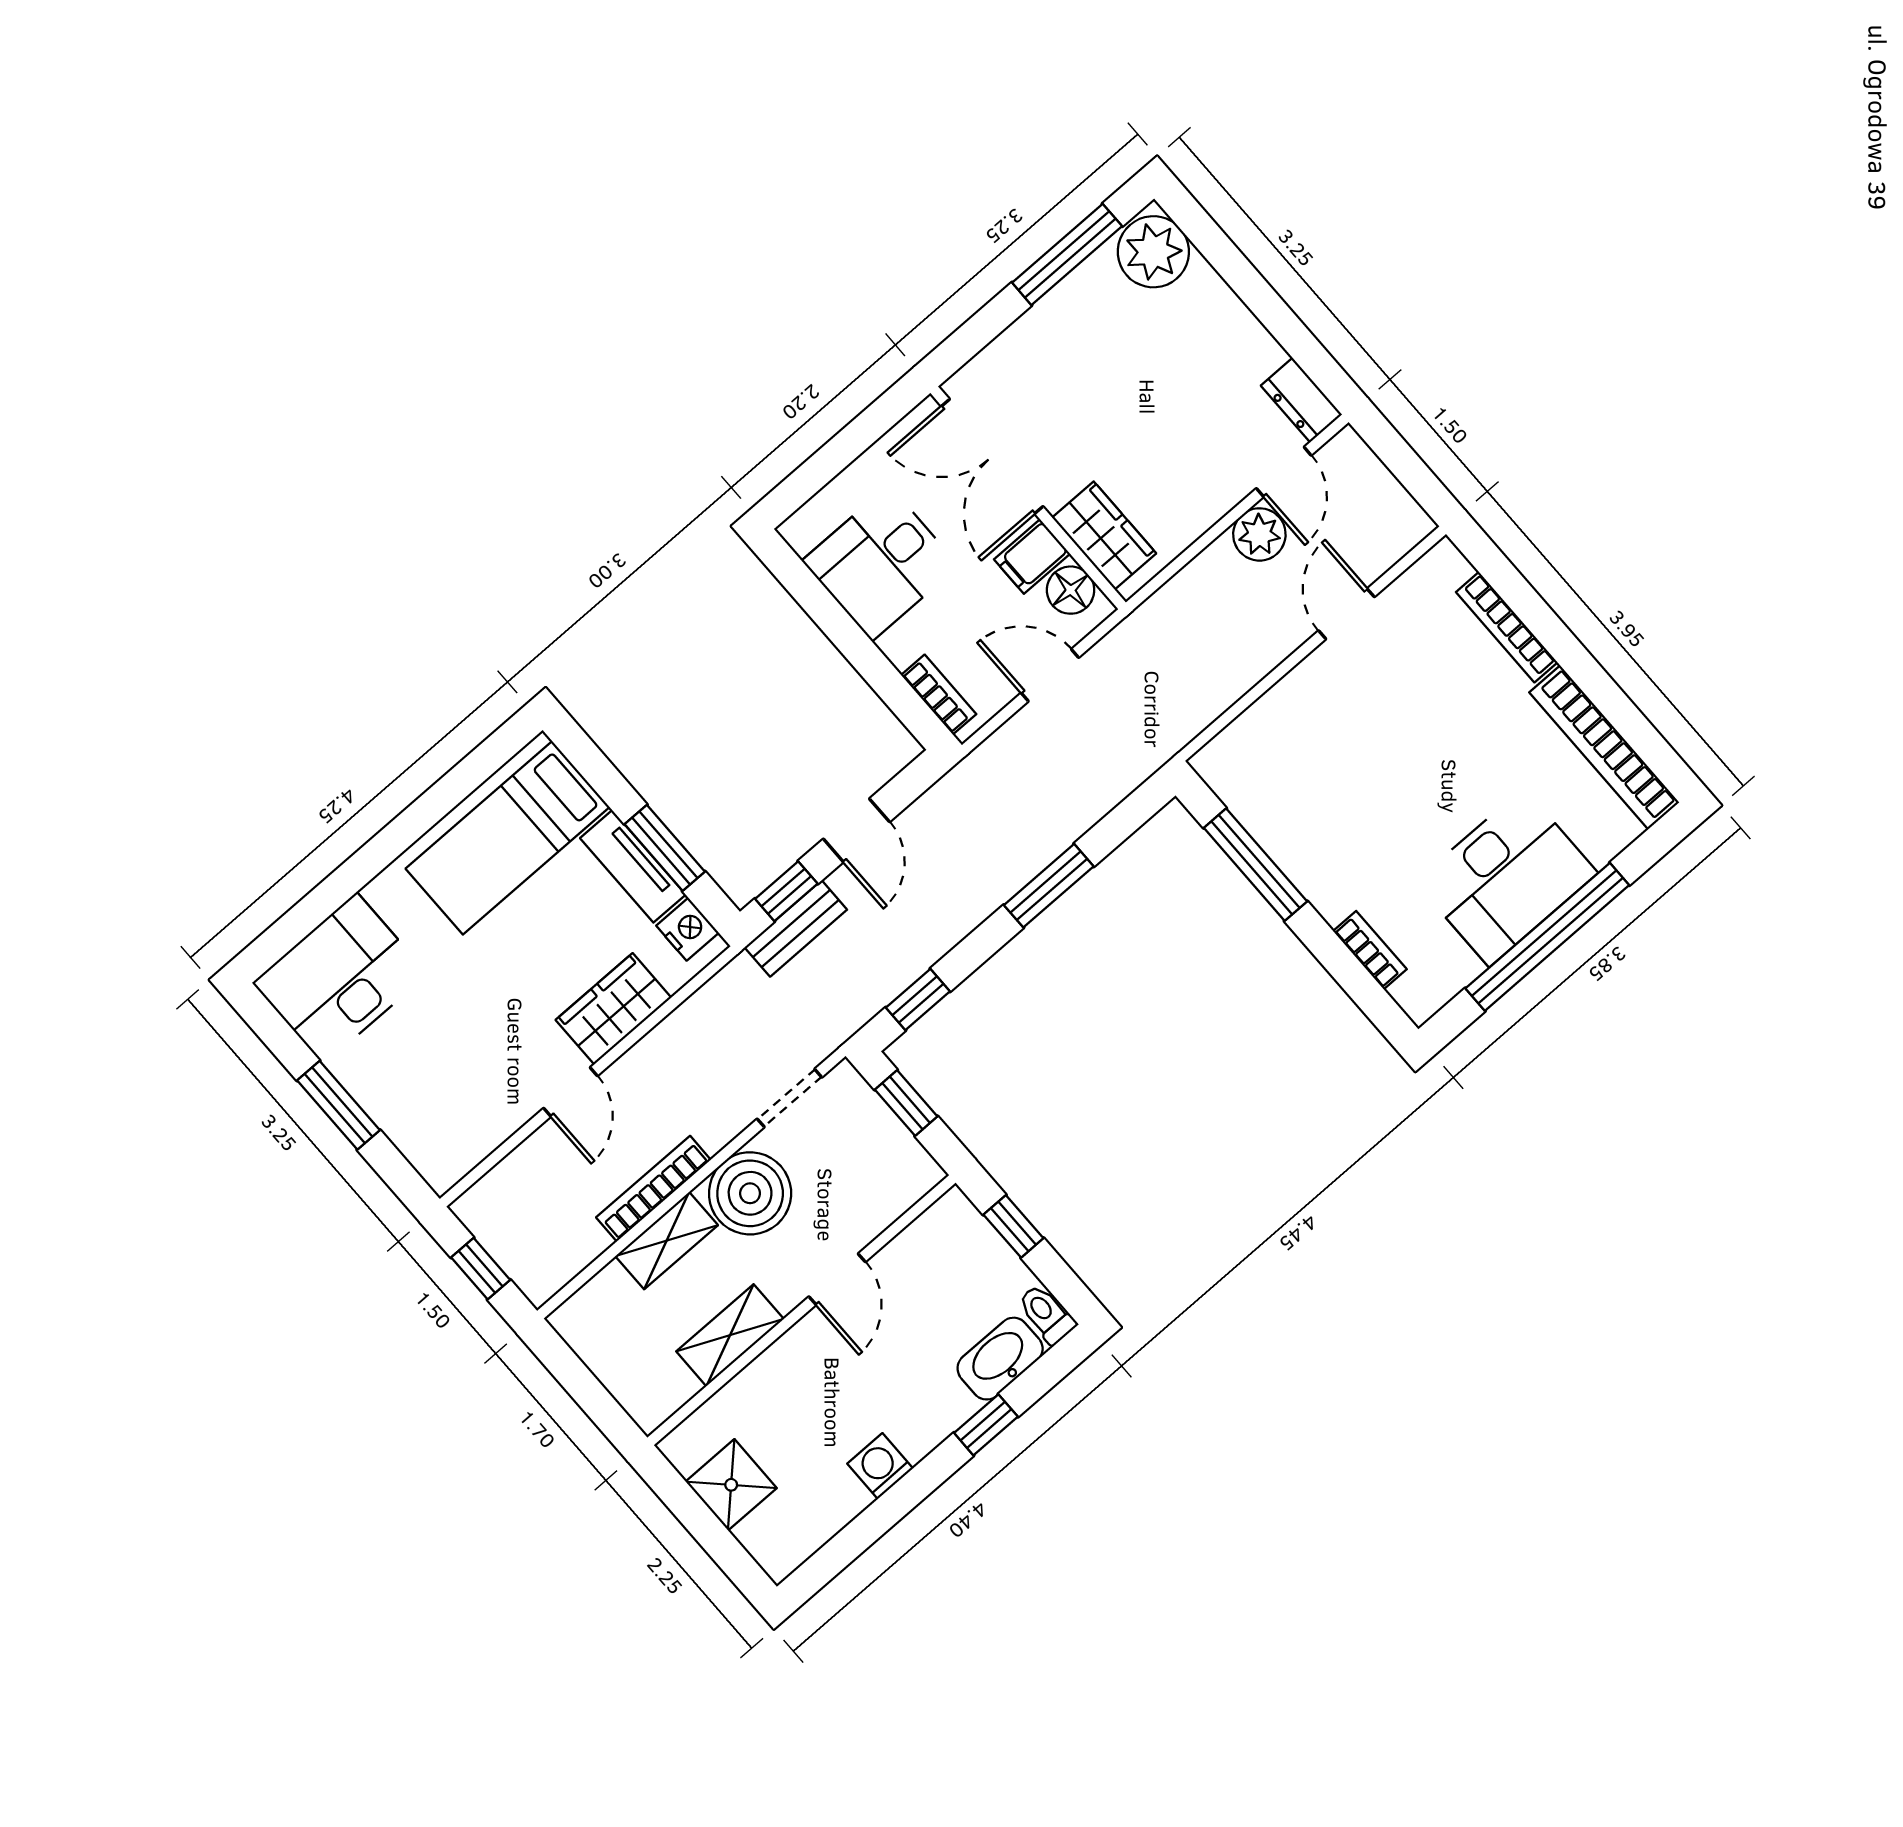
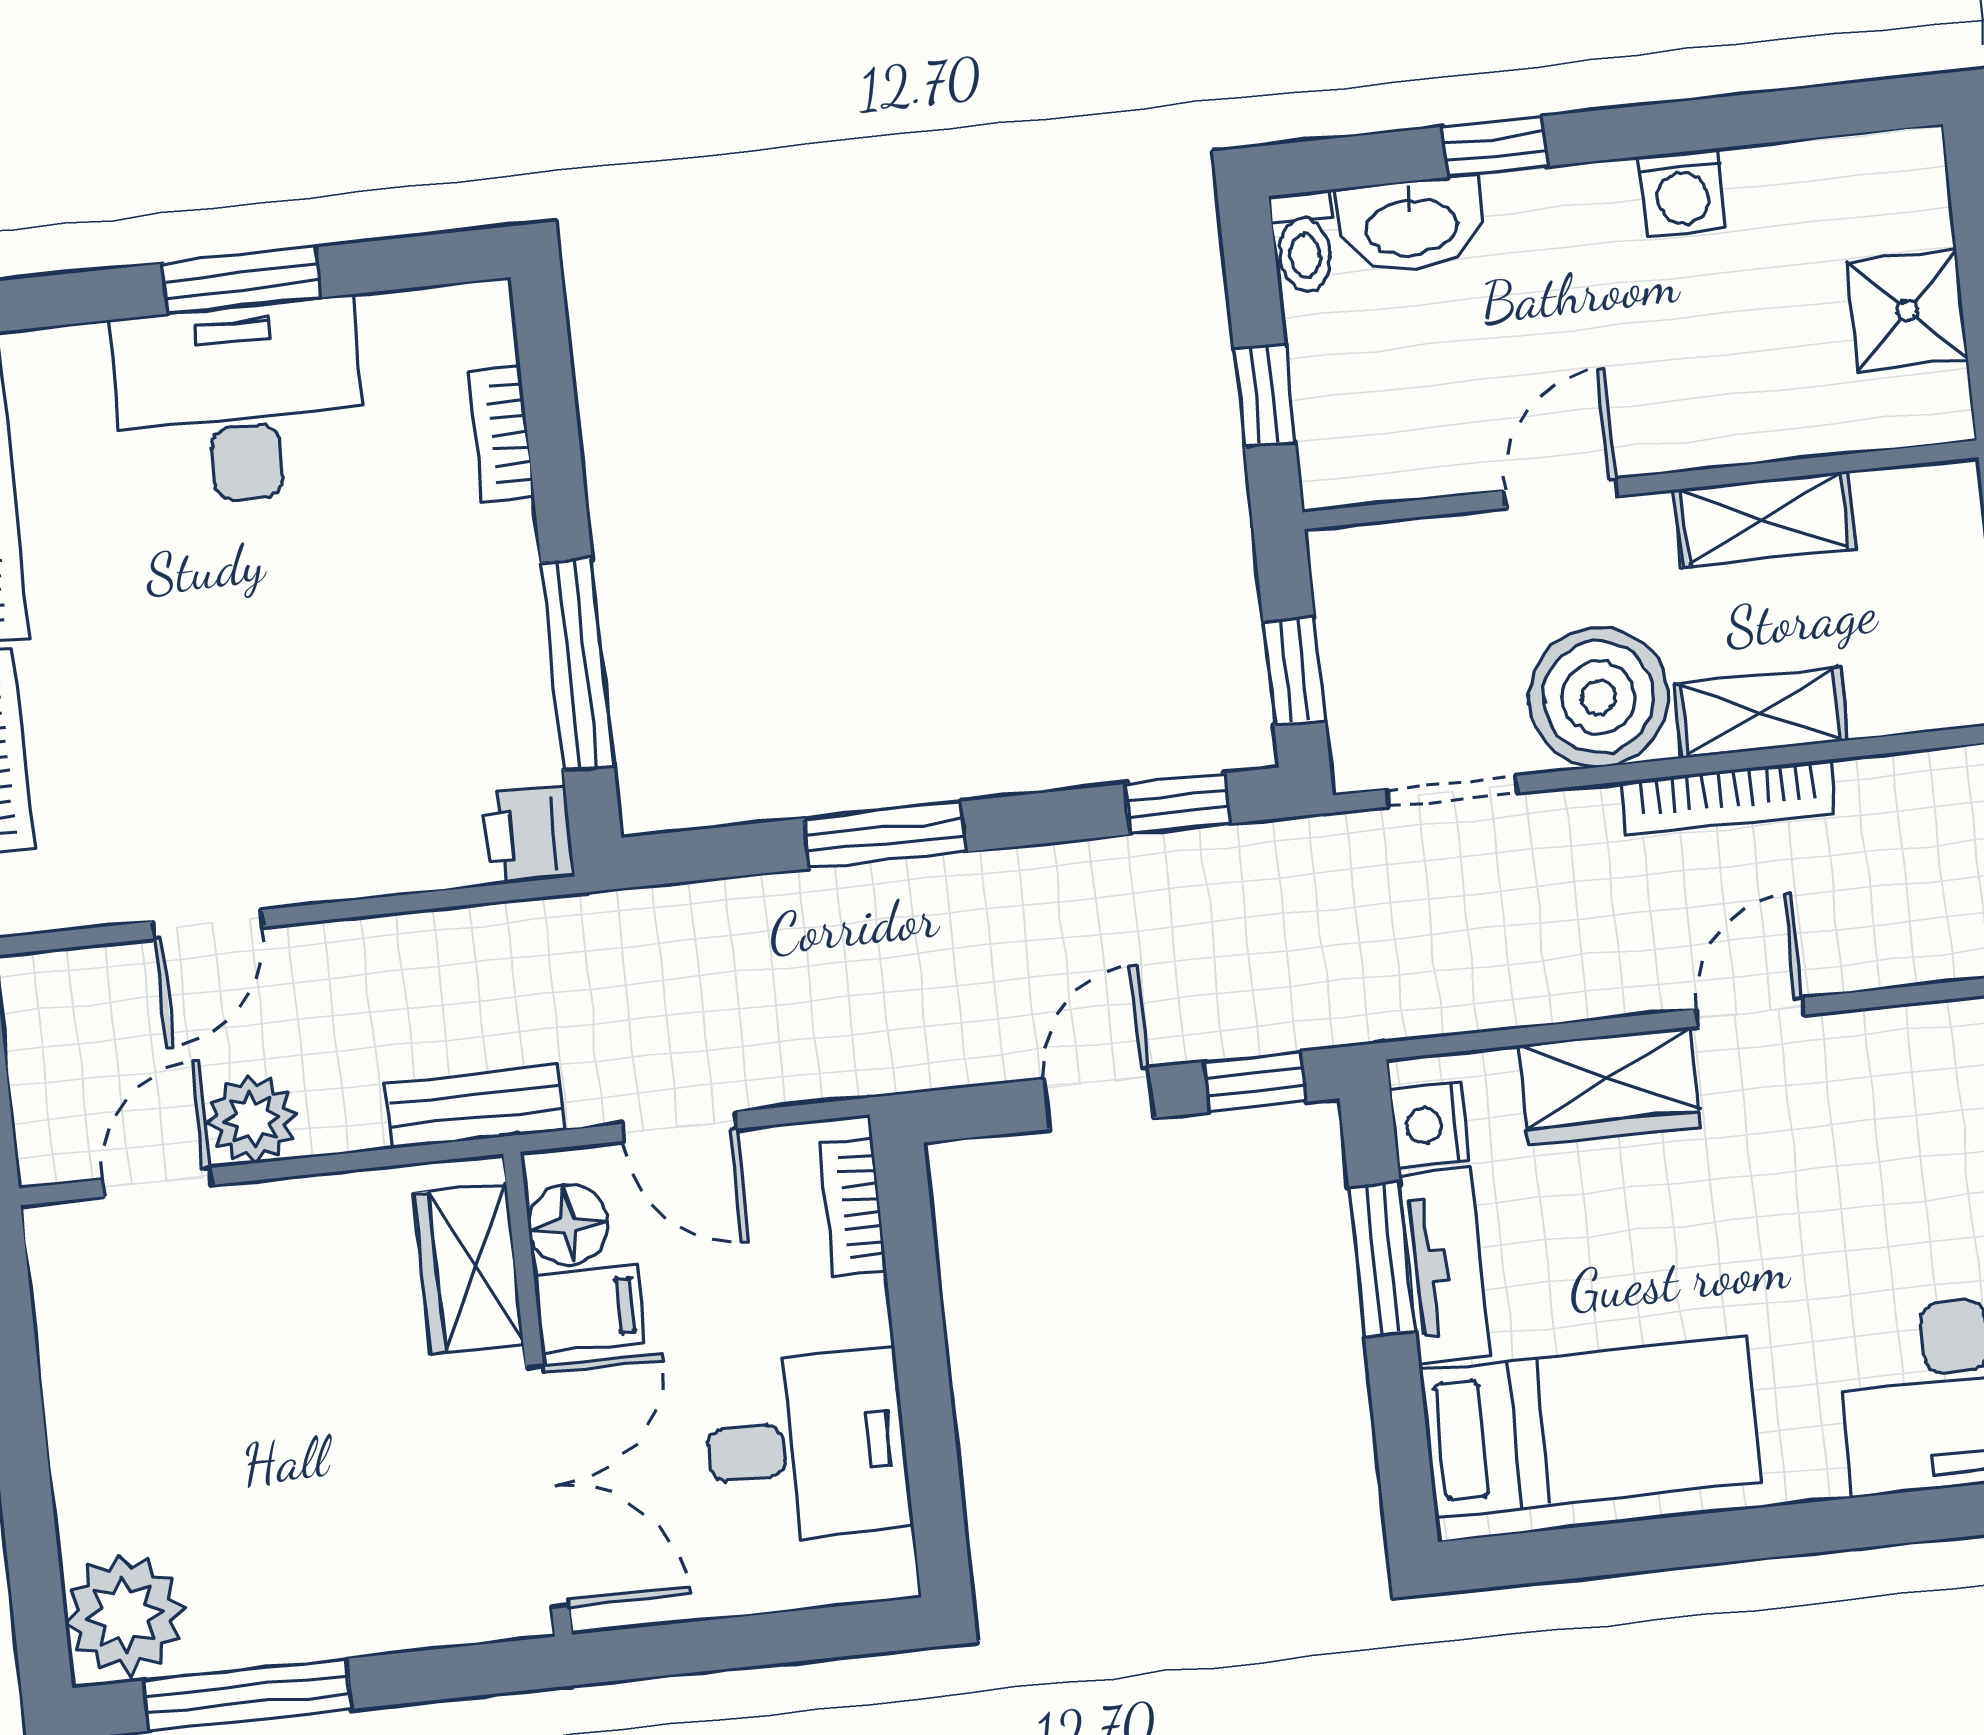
dresser: (1301, 400) -> (63, 1265), removed
printer: (1222, 765) -> (528, 835), added
bench: (796, 929) -> (475, 1107), moved
window: (1547, 937) -> (242, 280), width x0.47

